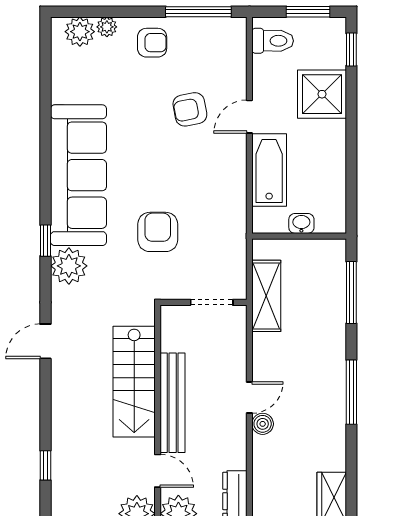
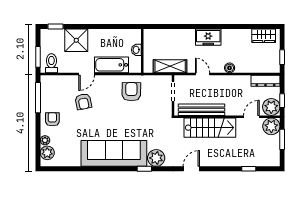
window: (308, 12) -> (38, 57), moved
door: (249, 117) -> (87, 74), hinge flipped
armchair: (158, 232) -> (131, 92), moved, turned 91
window: (351, 292) -> (168, 27), removed
door: (45, 341) -> (191, 169), swing flipped
freezer: (329, 378) -> (208, 37), added
window: (351, 392) -> (215, 27), removed
door: (249, 398) -> (203, 74), moved
bench: (173, 403) -> (202, 110), moved

